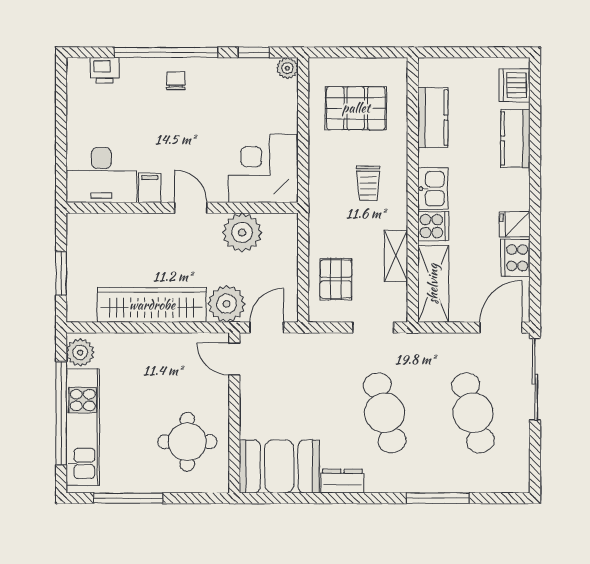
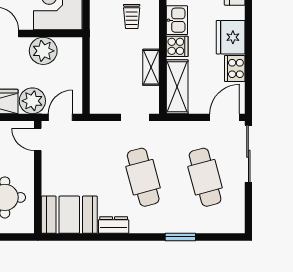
fridge: (515, 224) -> (231, 37), width x1.88, depth x1.34
pallet: (336, 279) -> (109, 84), removed
window: (438, 498) -> (180, 237), width x0.69

